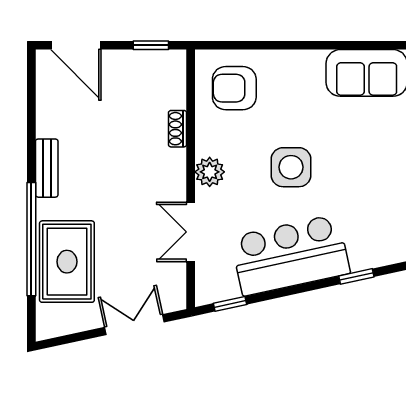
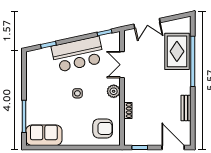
side table: (291, 167) -> (77, 93), width x0.54, depth x0.54
bench: (47, 168) -> (186, 108), moved
double door: (191, 232) -> (122, 65), swing flipped

